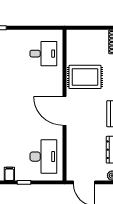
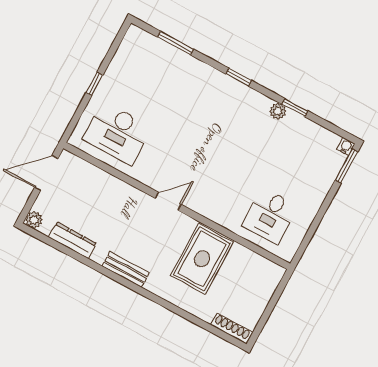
door: (64, 111) -> (168, 201), width x0.53
filing cabinet: (9, 174) -> (119, 69), removed

